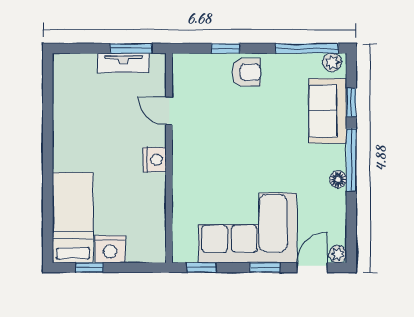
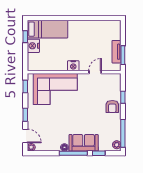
sofa: (328, 111) -> (84, 143), moved
corner sofa: (248, 228) -> (55, 89), moved, turned 90

